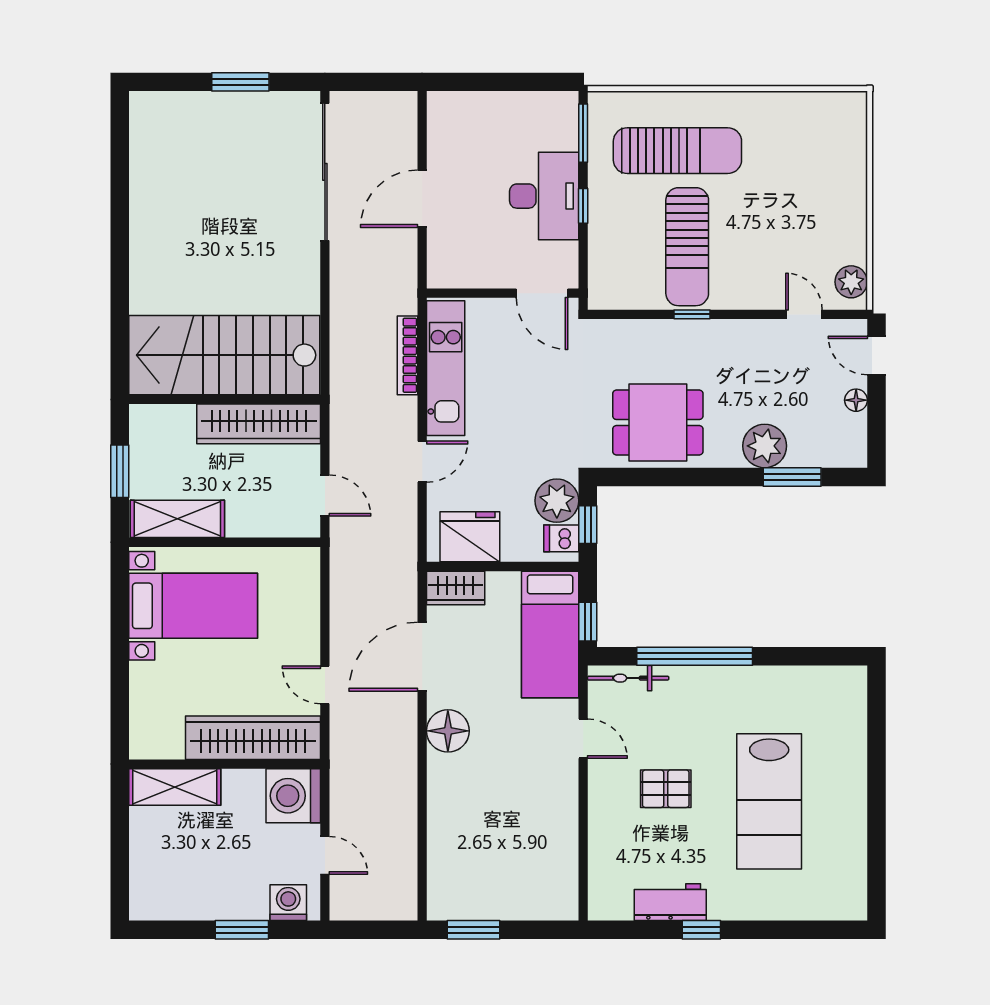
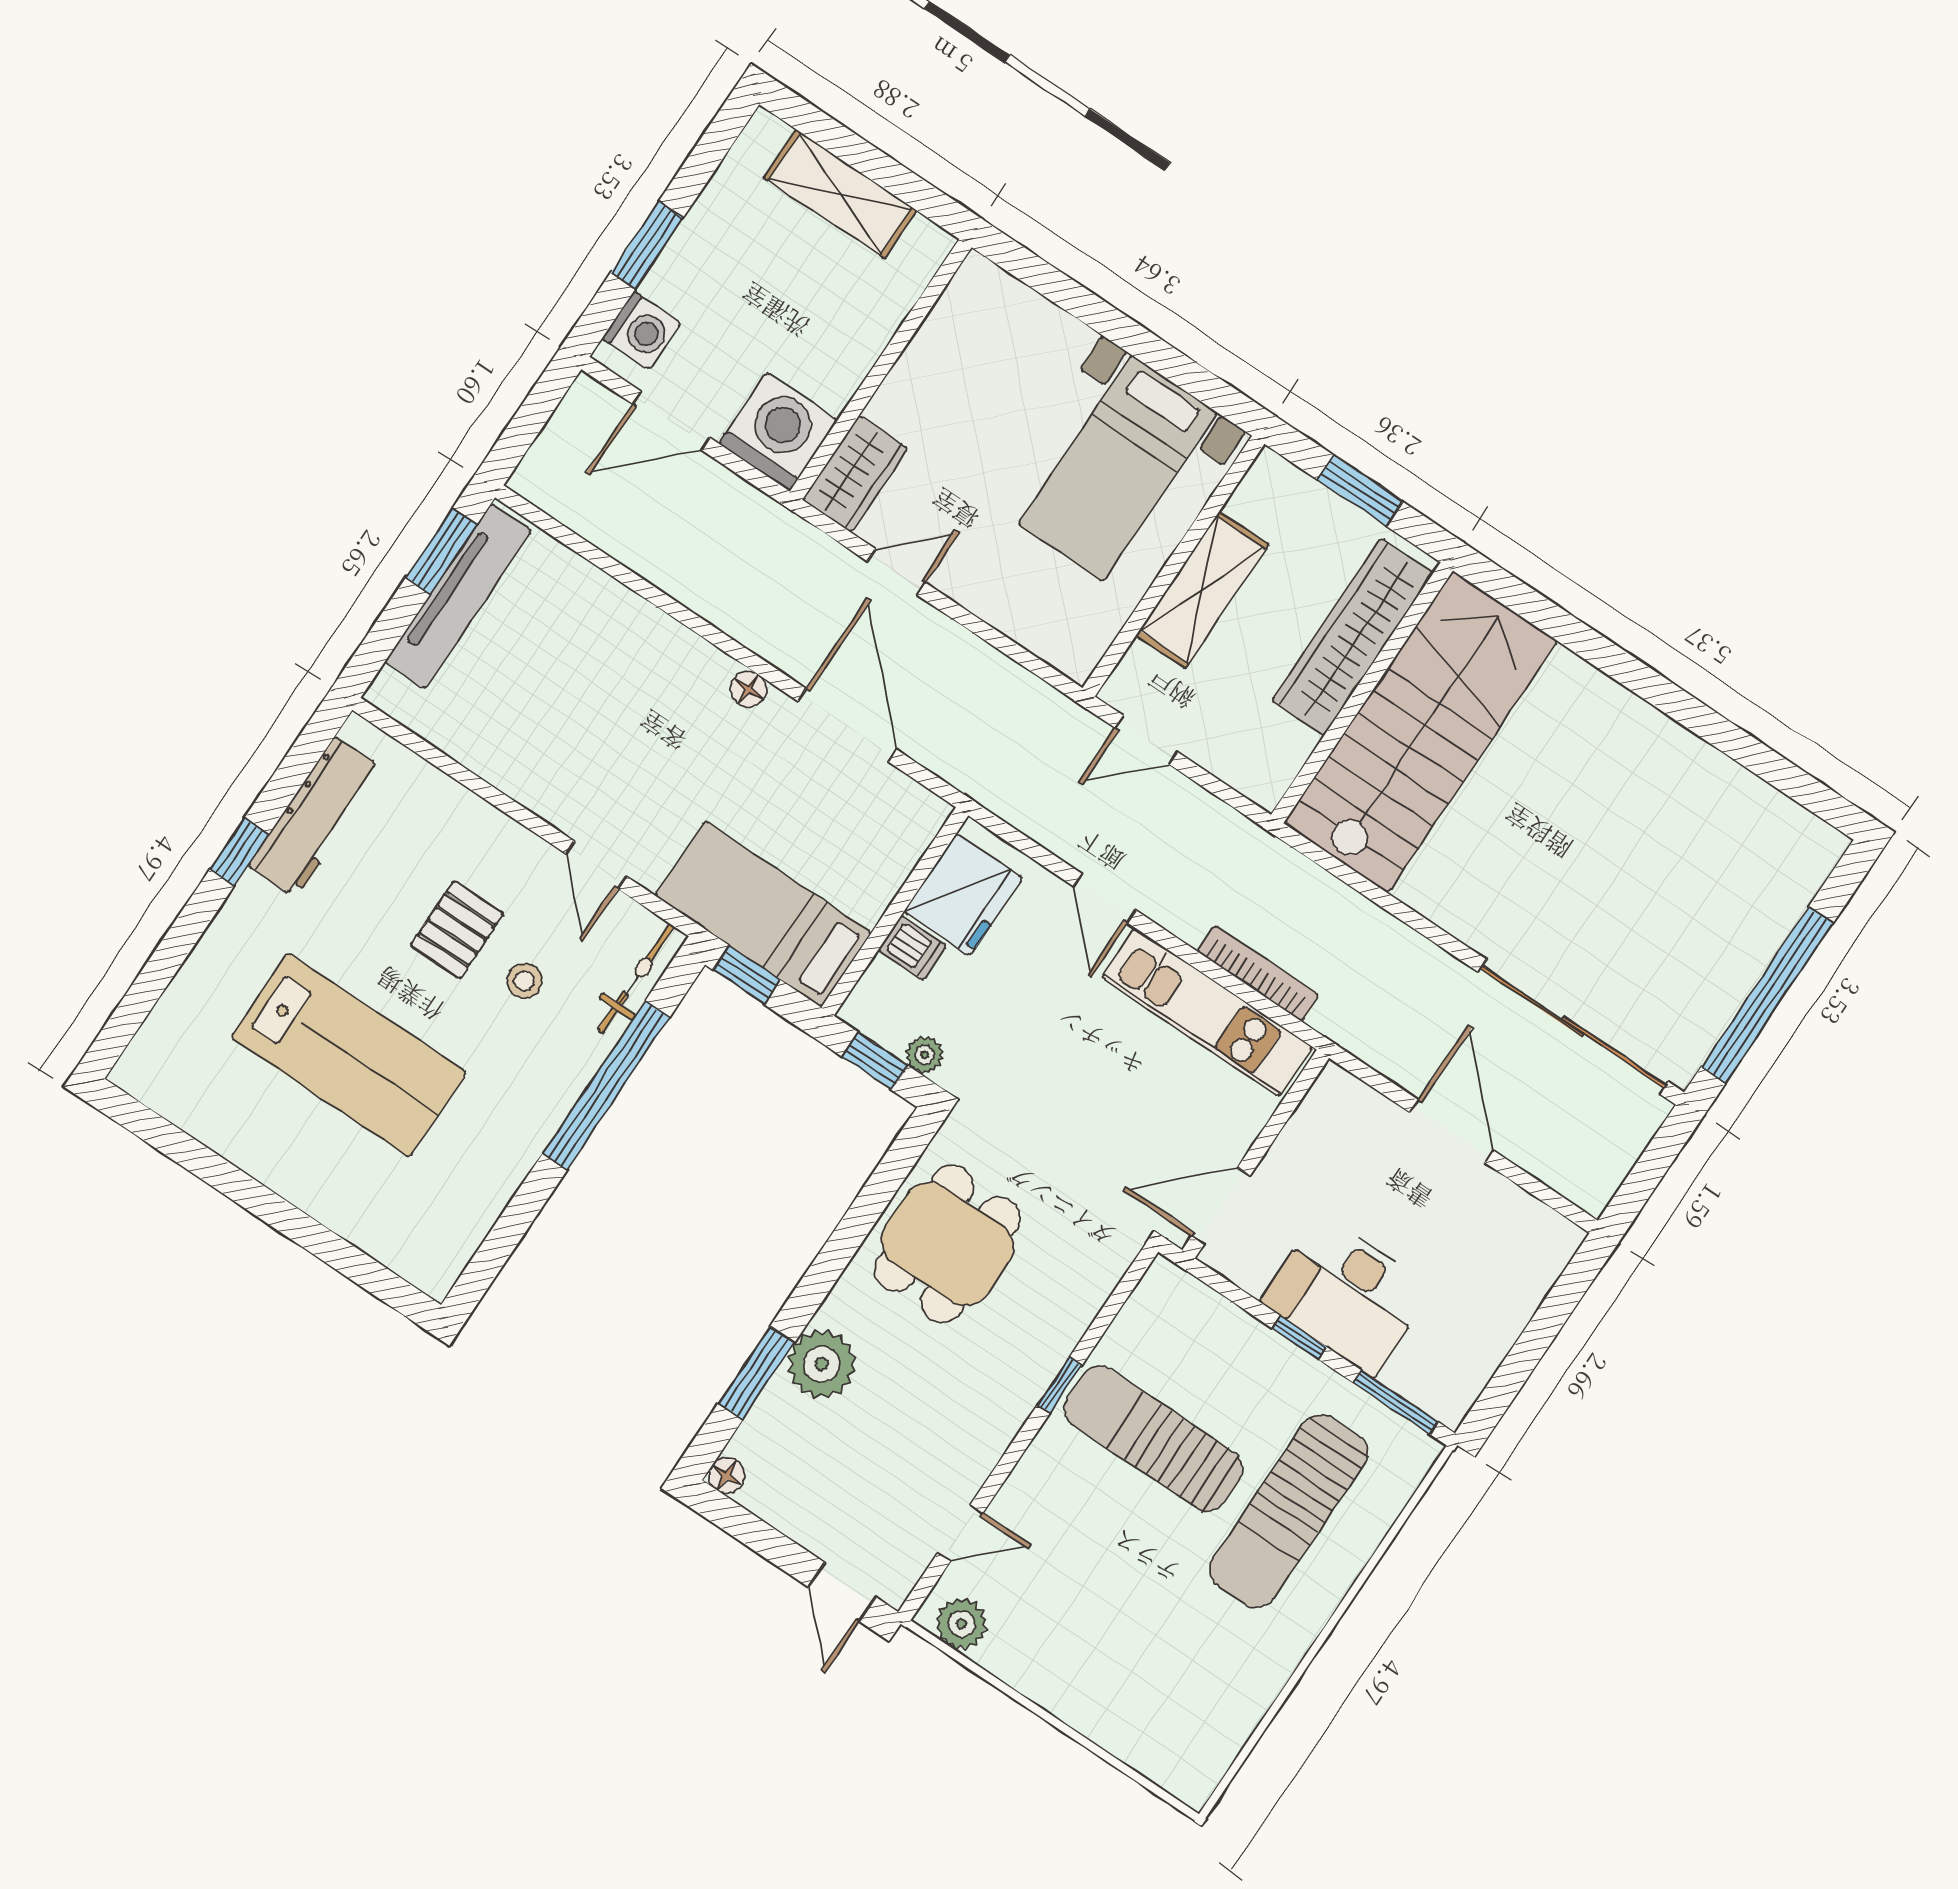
window: (240, 82) -> (1767, 995), width x2.11
door: (876, 355) -> (842, 1592), swing flipped
floor lamp: (856, 400) -> (727, 1475), moved
wardrobe: (259, 424) -> (1353, 637), moved
plant: (557, 501) -> (925, 1055), width x0.53, depth x0.53
shelving: (177, 519) -> (1202, 590), moved
dishwasher: (561, 538) -> (912, 948), moved, turned 90
wardrobe: (456, 588) -> (908, 831), removed
floor lamp: (448, 731) -> (748, 689), width x0.53, depth x0.53
stool: (669, 736) -> (524, 981), added
wardrobe: (253, 738) -> (855, 474), width x0.48, depth x0.85
door: (583, 739) -> (596, 865), hinge flipped
shelving: (175, 787) -> (840, 194), moved, turned 90
lab bench: (769, 801) -> (349, 1055), turned 180
door: (325, 855) -> (671, 421), width x1.38
workbench: (670, 902) -> (315, 817), width x1.38
tv unit: (491, 905) -> (458, 596), added

